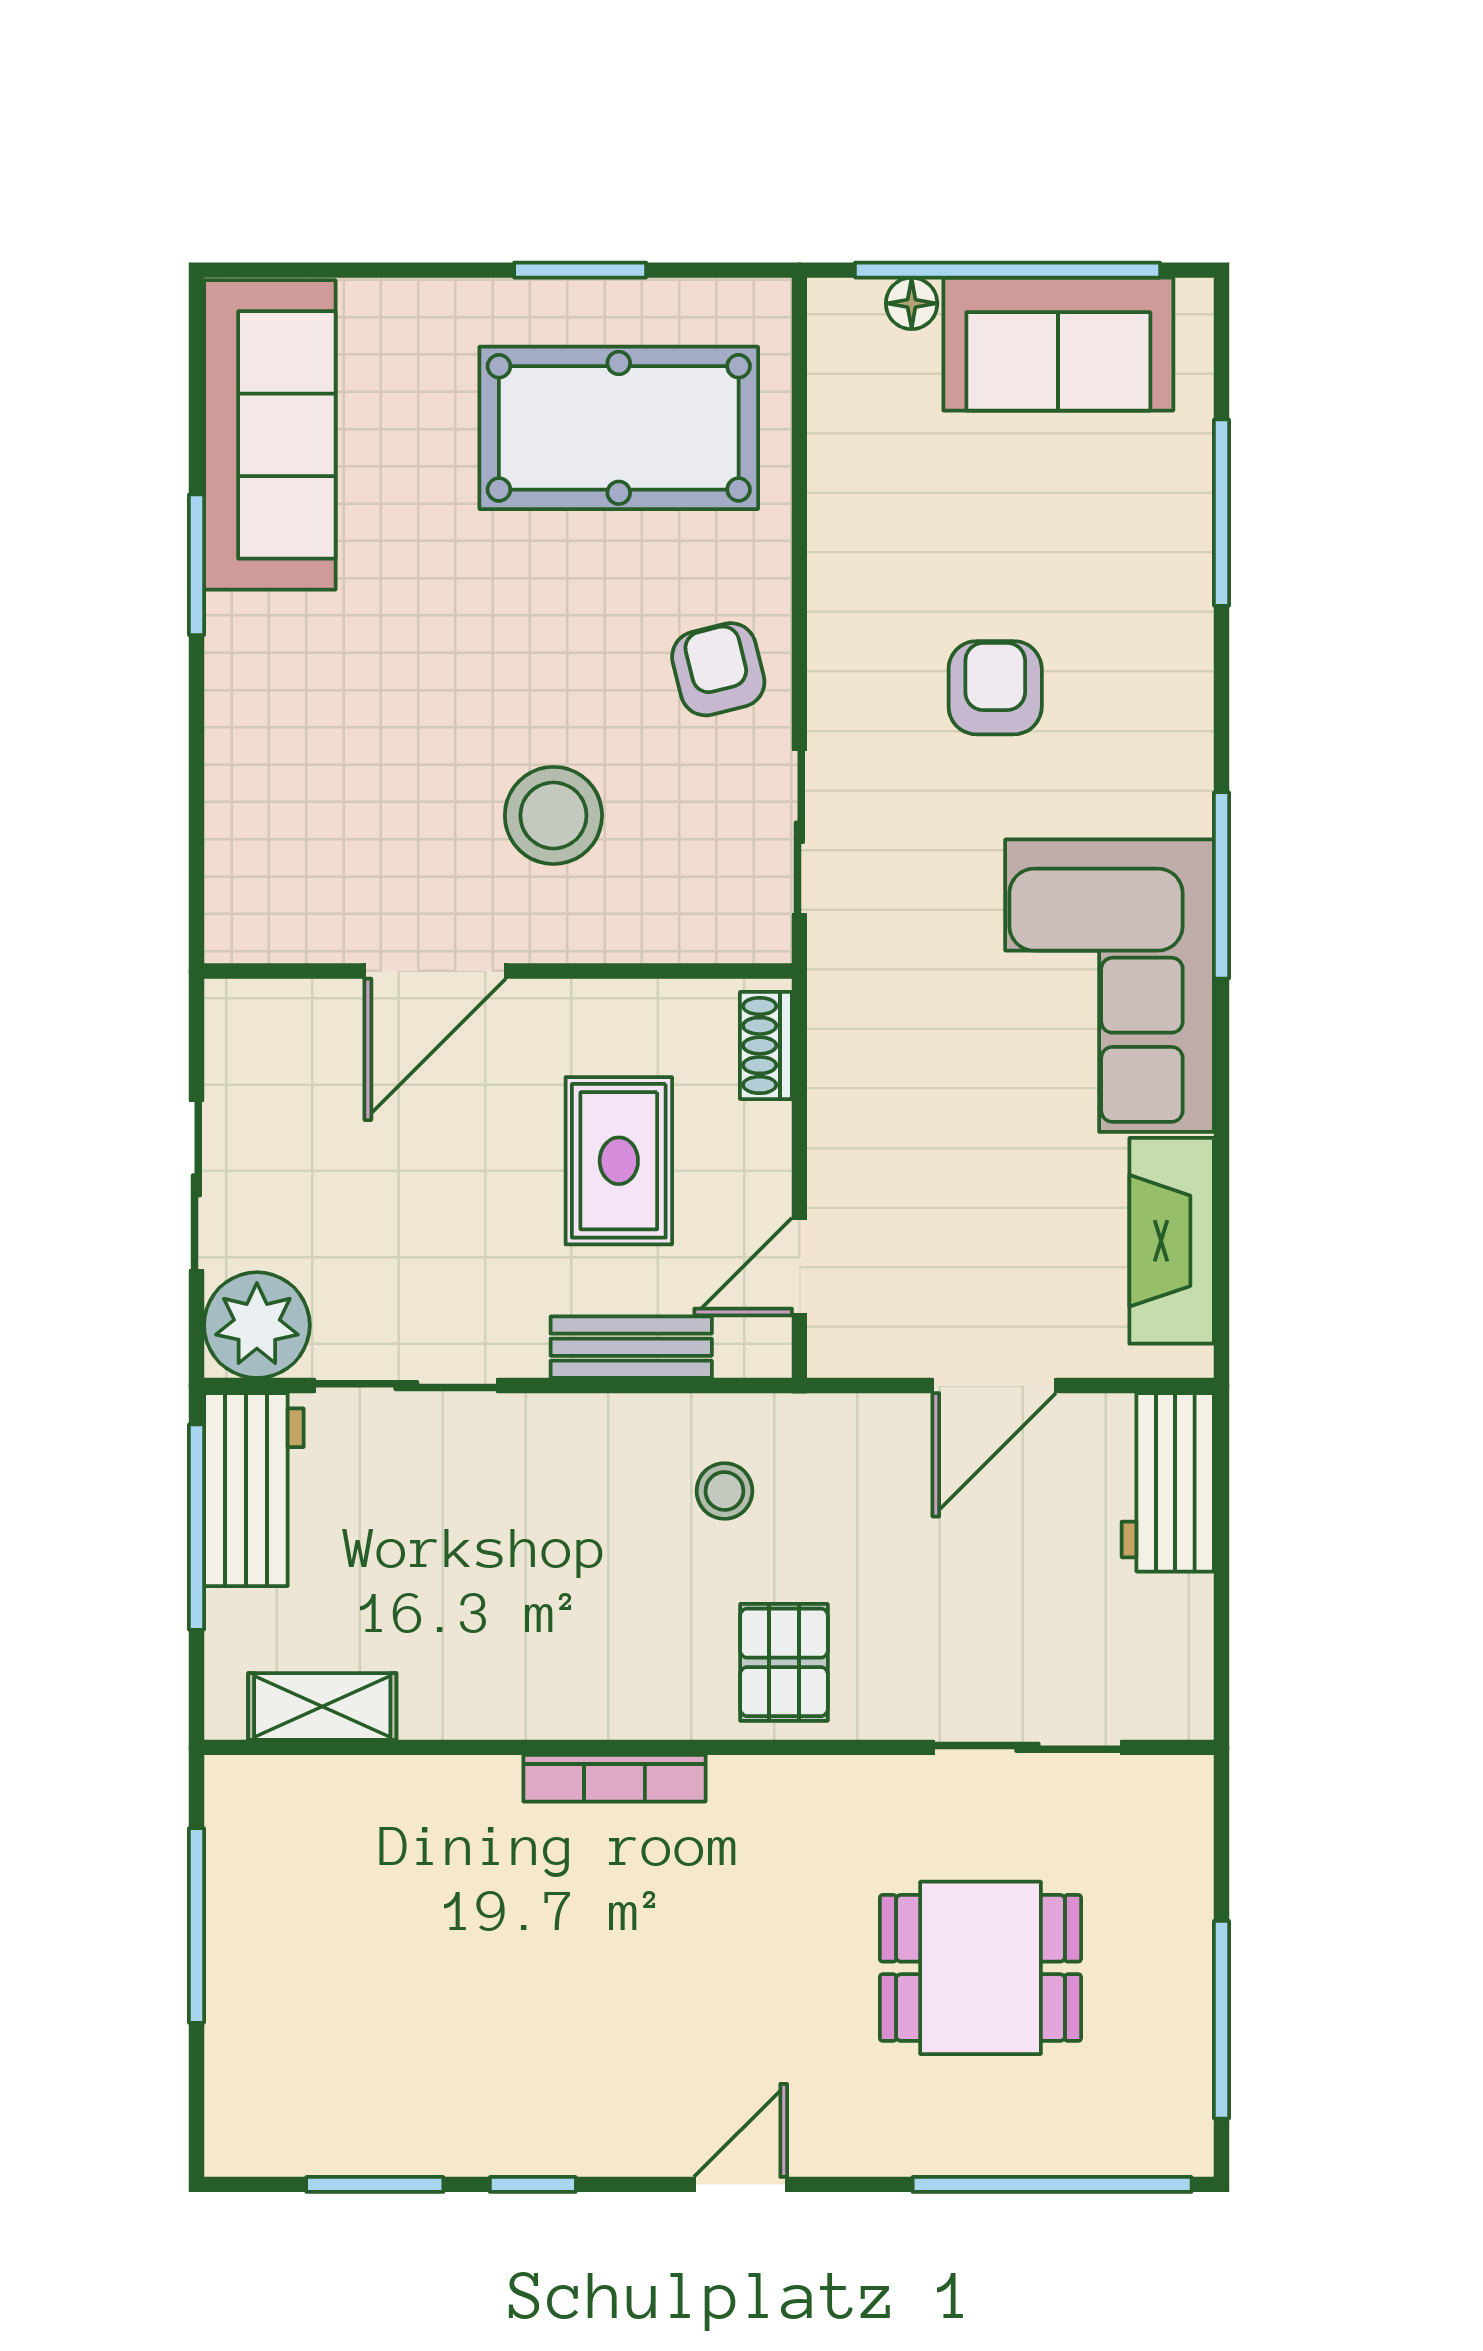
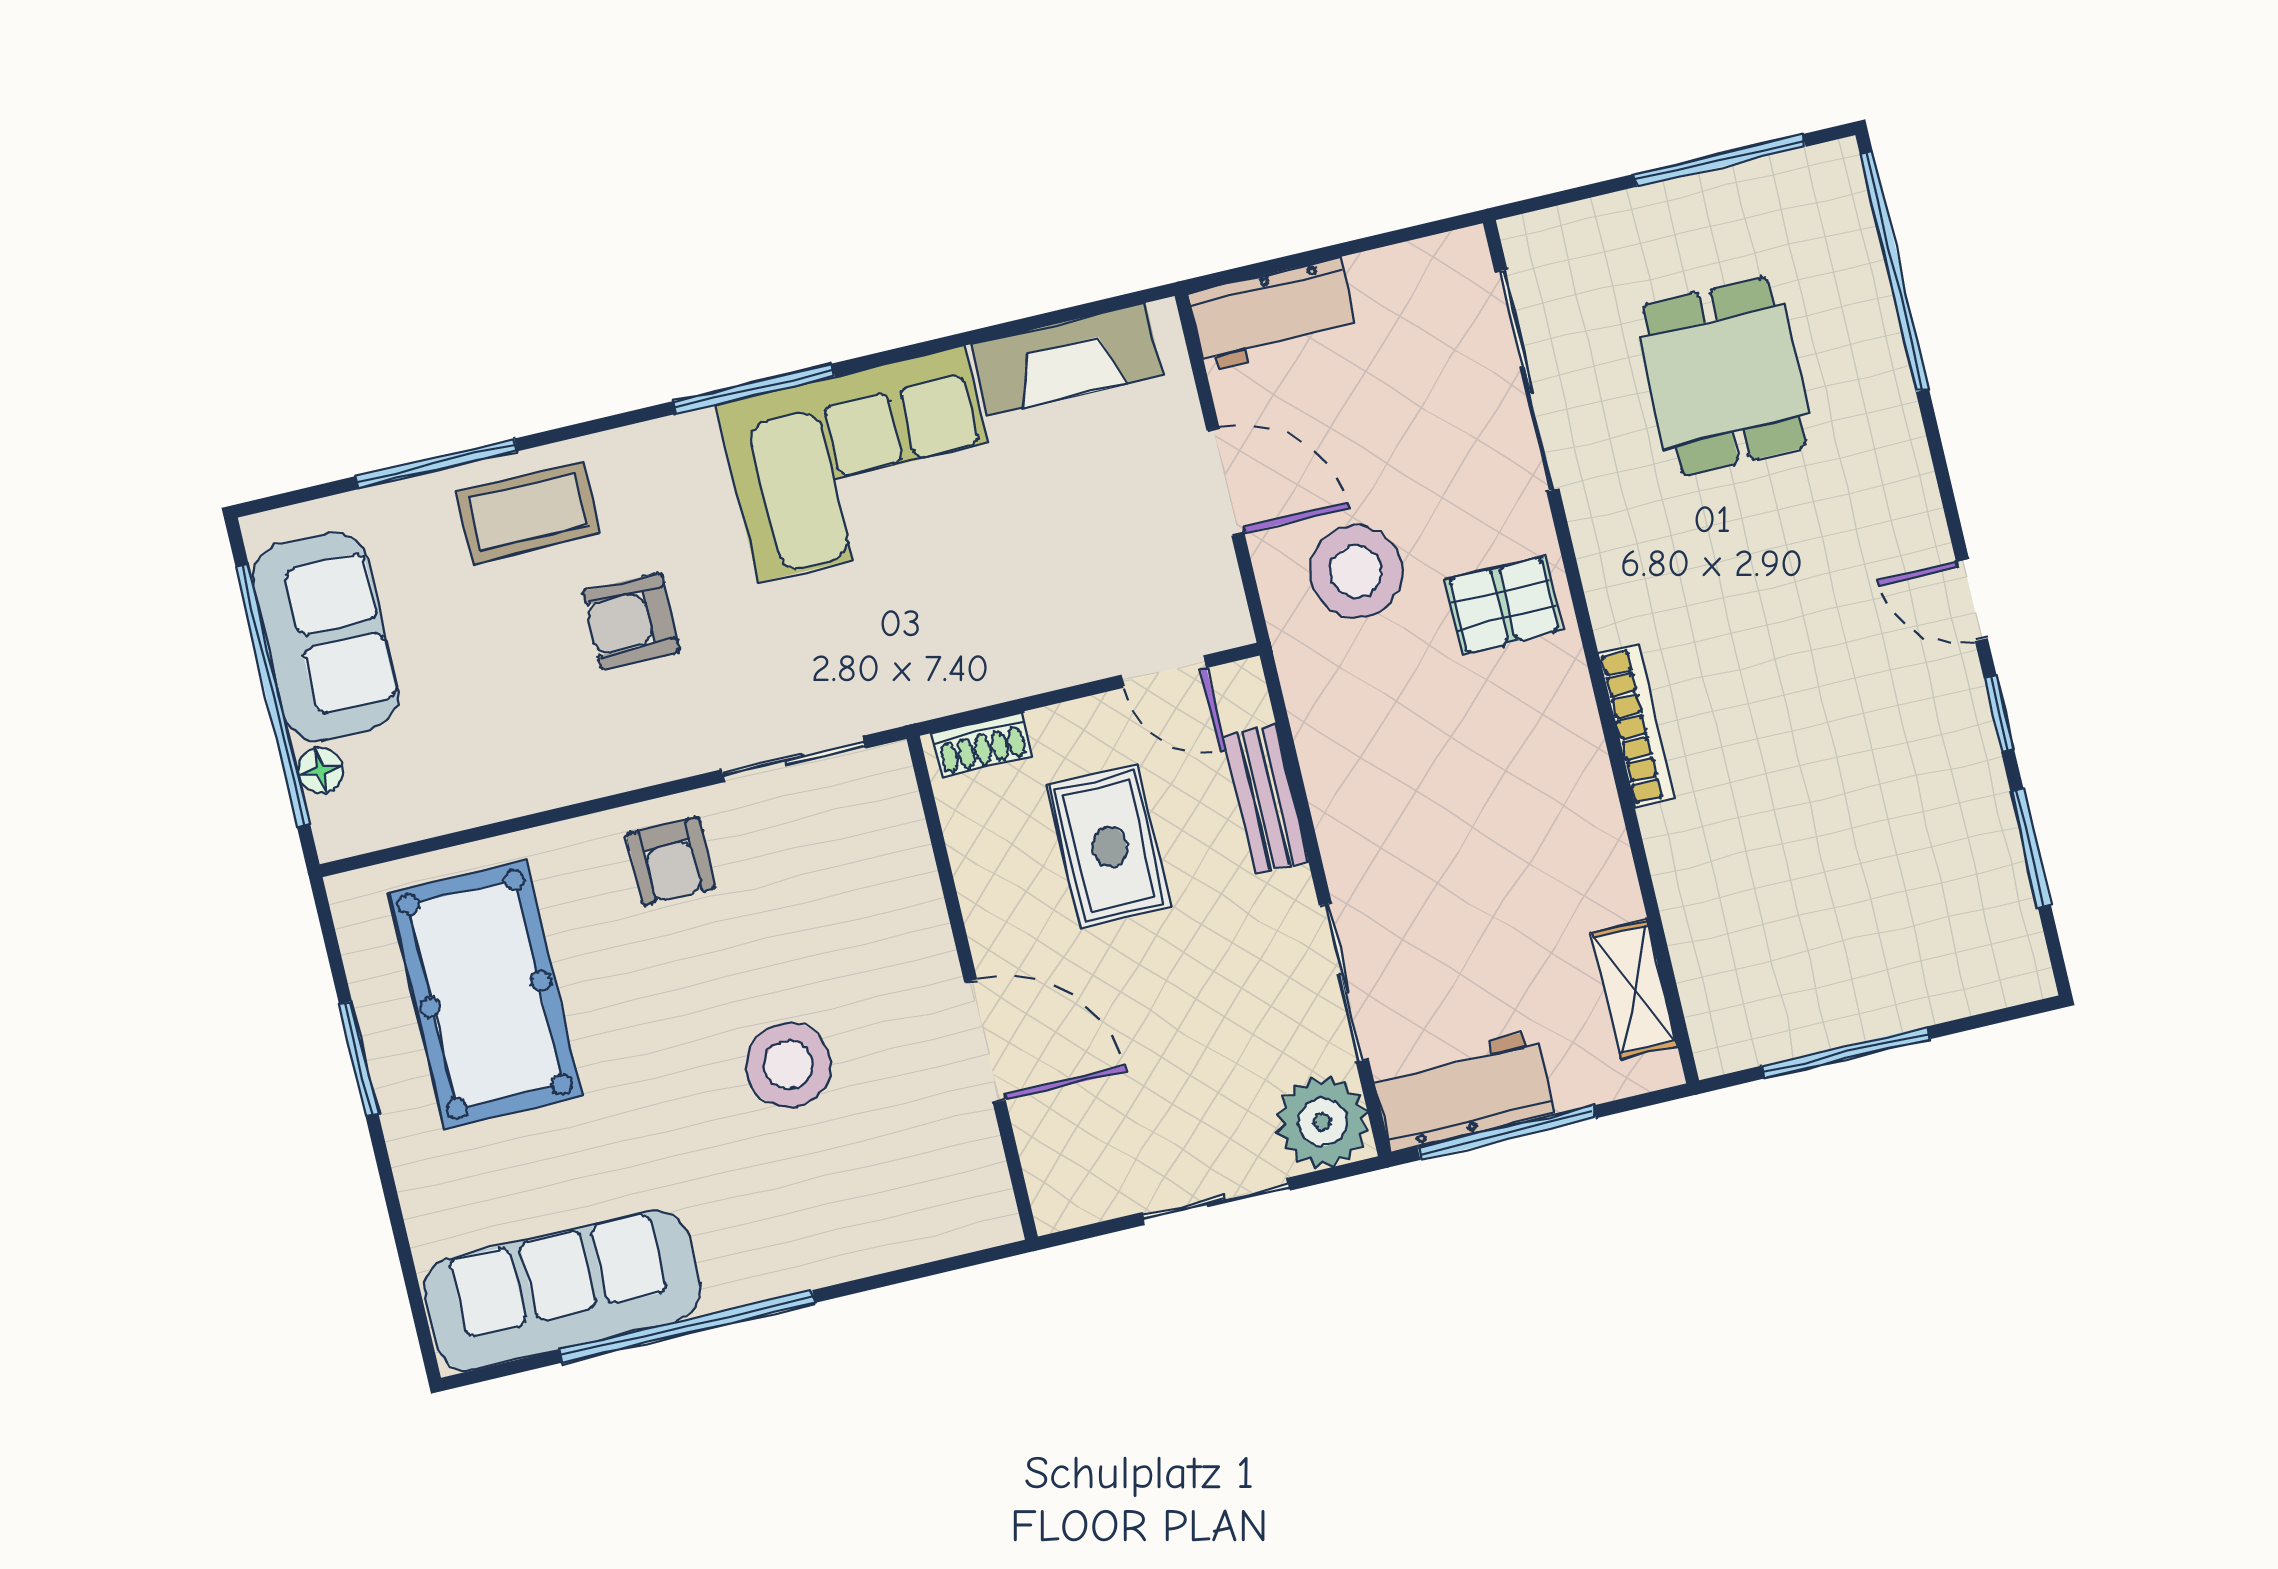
window: (196, 565) -> (687, 1326), width x2.11
coffee table: (1144, 602) -> (528, 512), added
armchair: (718, 669) -> (671, 861), turned -76
stool: (553, 815) -> (789, 1065), moved
rug: (619, 1161) -> (1110, 847), turned 90
stool: (724, 1491) -> (1356, 572), moved, width x1.89, depth x1.89
sliding door: (1027, 1747) -> (1527, 381), width x1.37
door: (740, 2184) -> (1972, 600), moved

